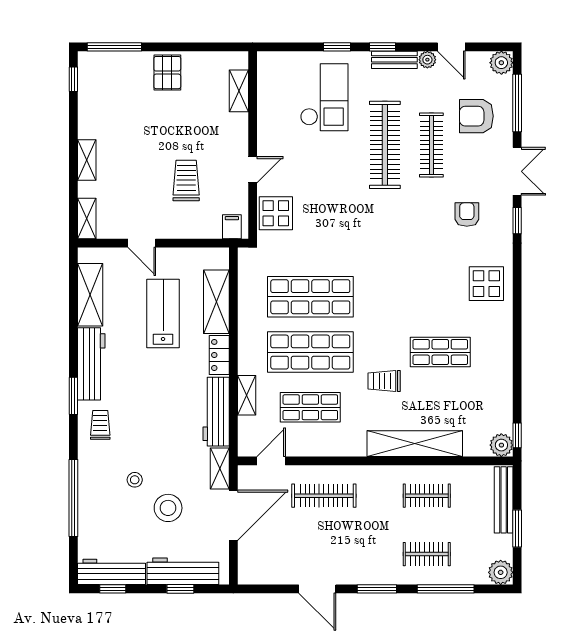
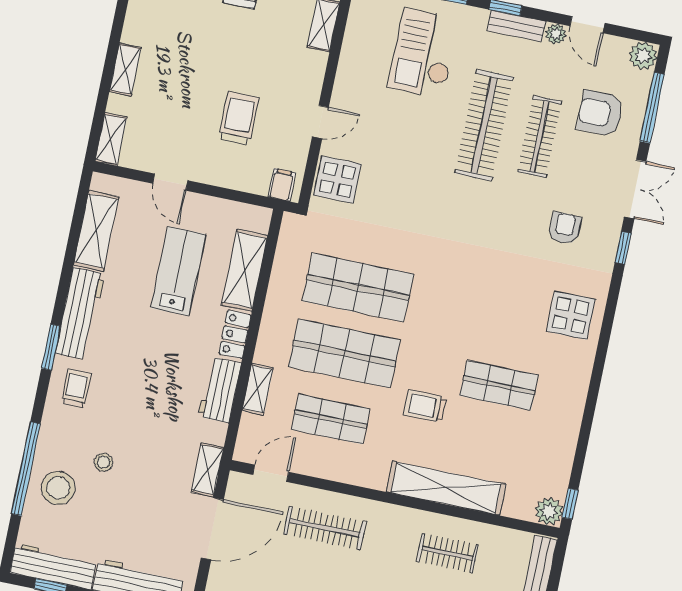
checkout: (324, 97) -> (424, 53), turned 180
workbench: (216, 412) -> (220, 390), width x0.73
stool: (168, 508) -> (58, 488), moved

